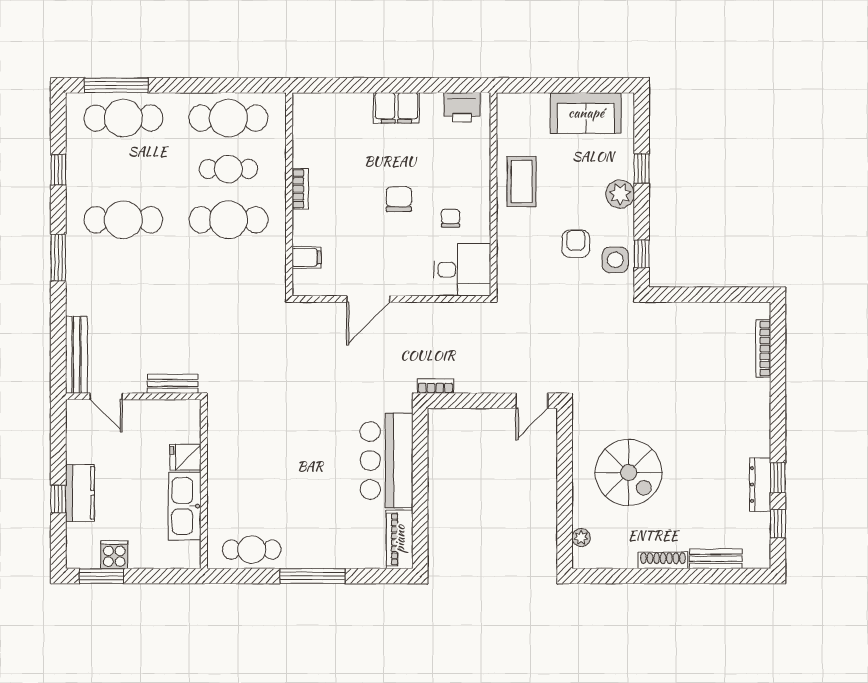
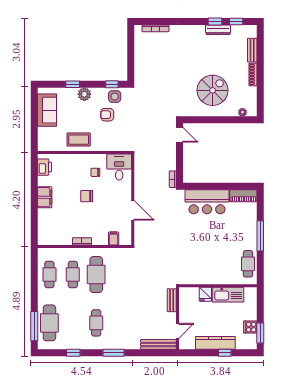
cafe table: (228, 118) -> (49, 275), width x0.73, depth x0.74
cafe table: (123, 220) -> (96, 323), width x0.73, depth x0.74
kitchen counter: (80, 493) -> (215, 343), width x1.50

